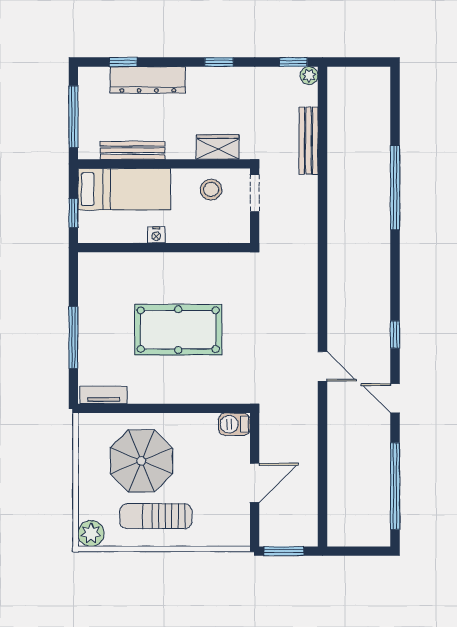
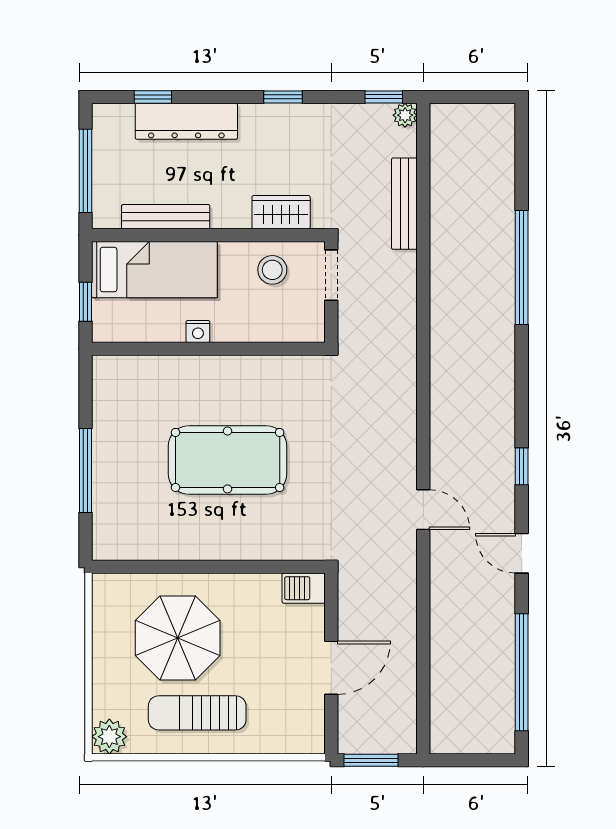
tv unit: (104, 395) -> (127, 549), removed

